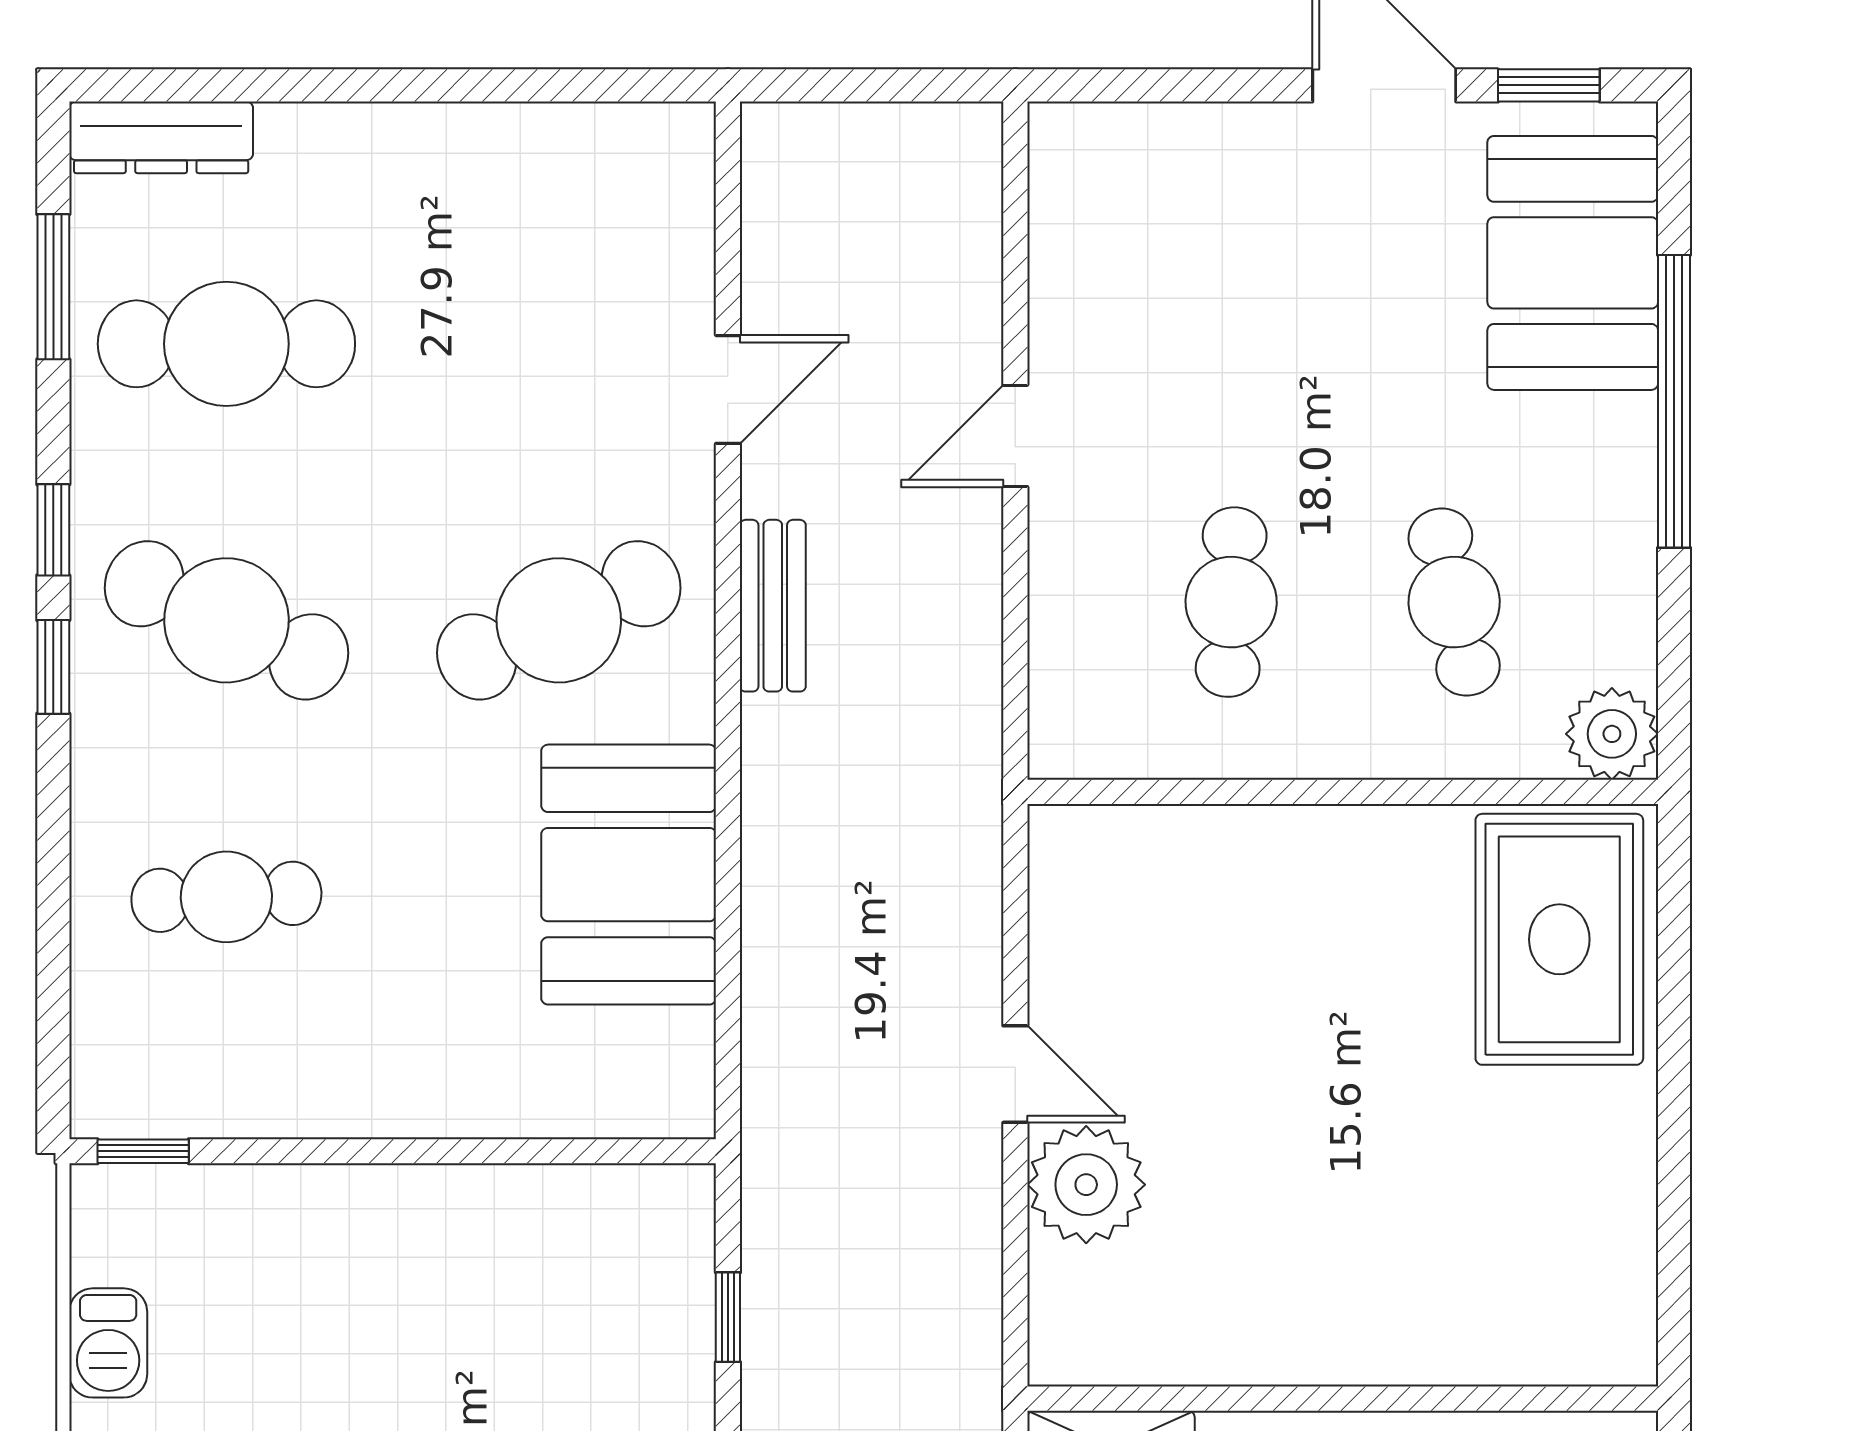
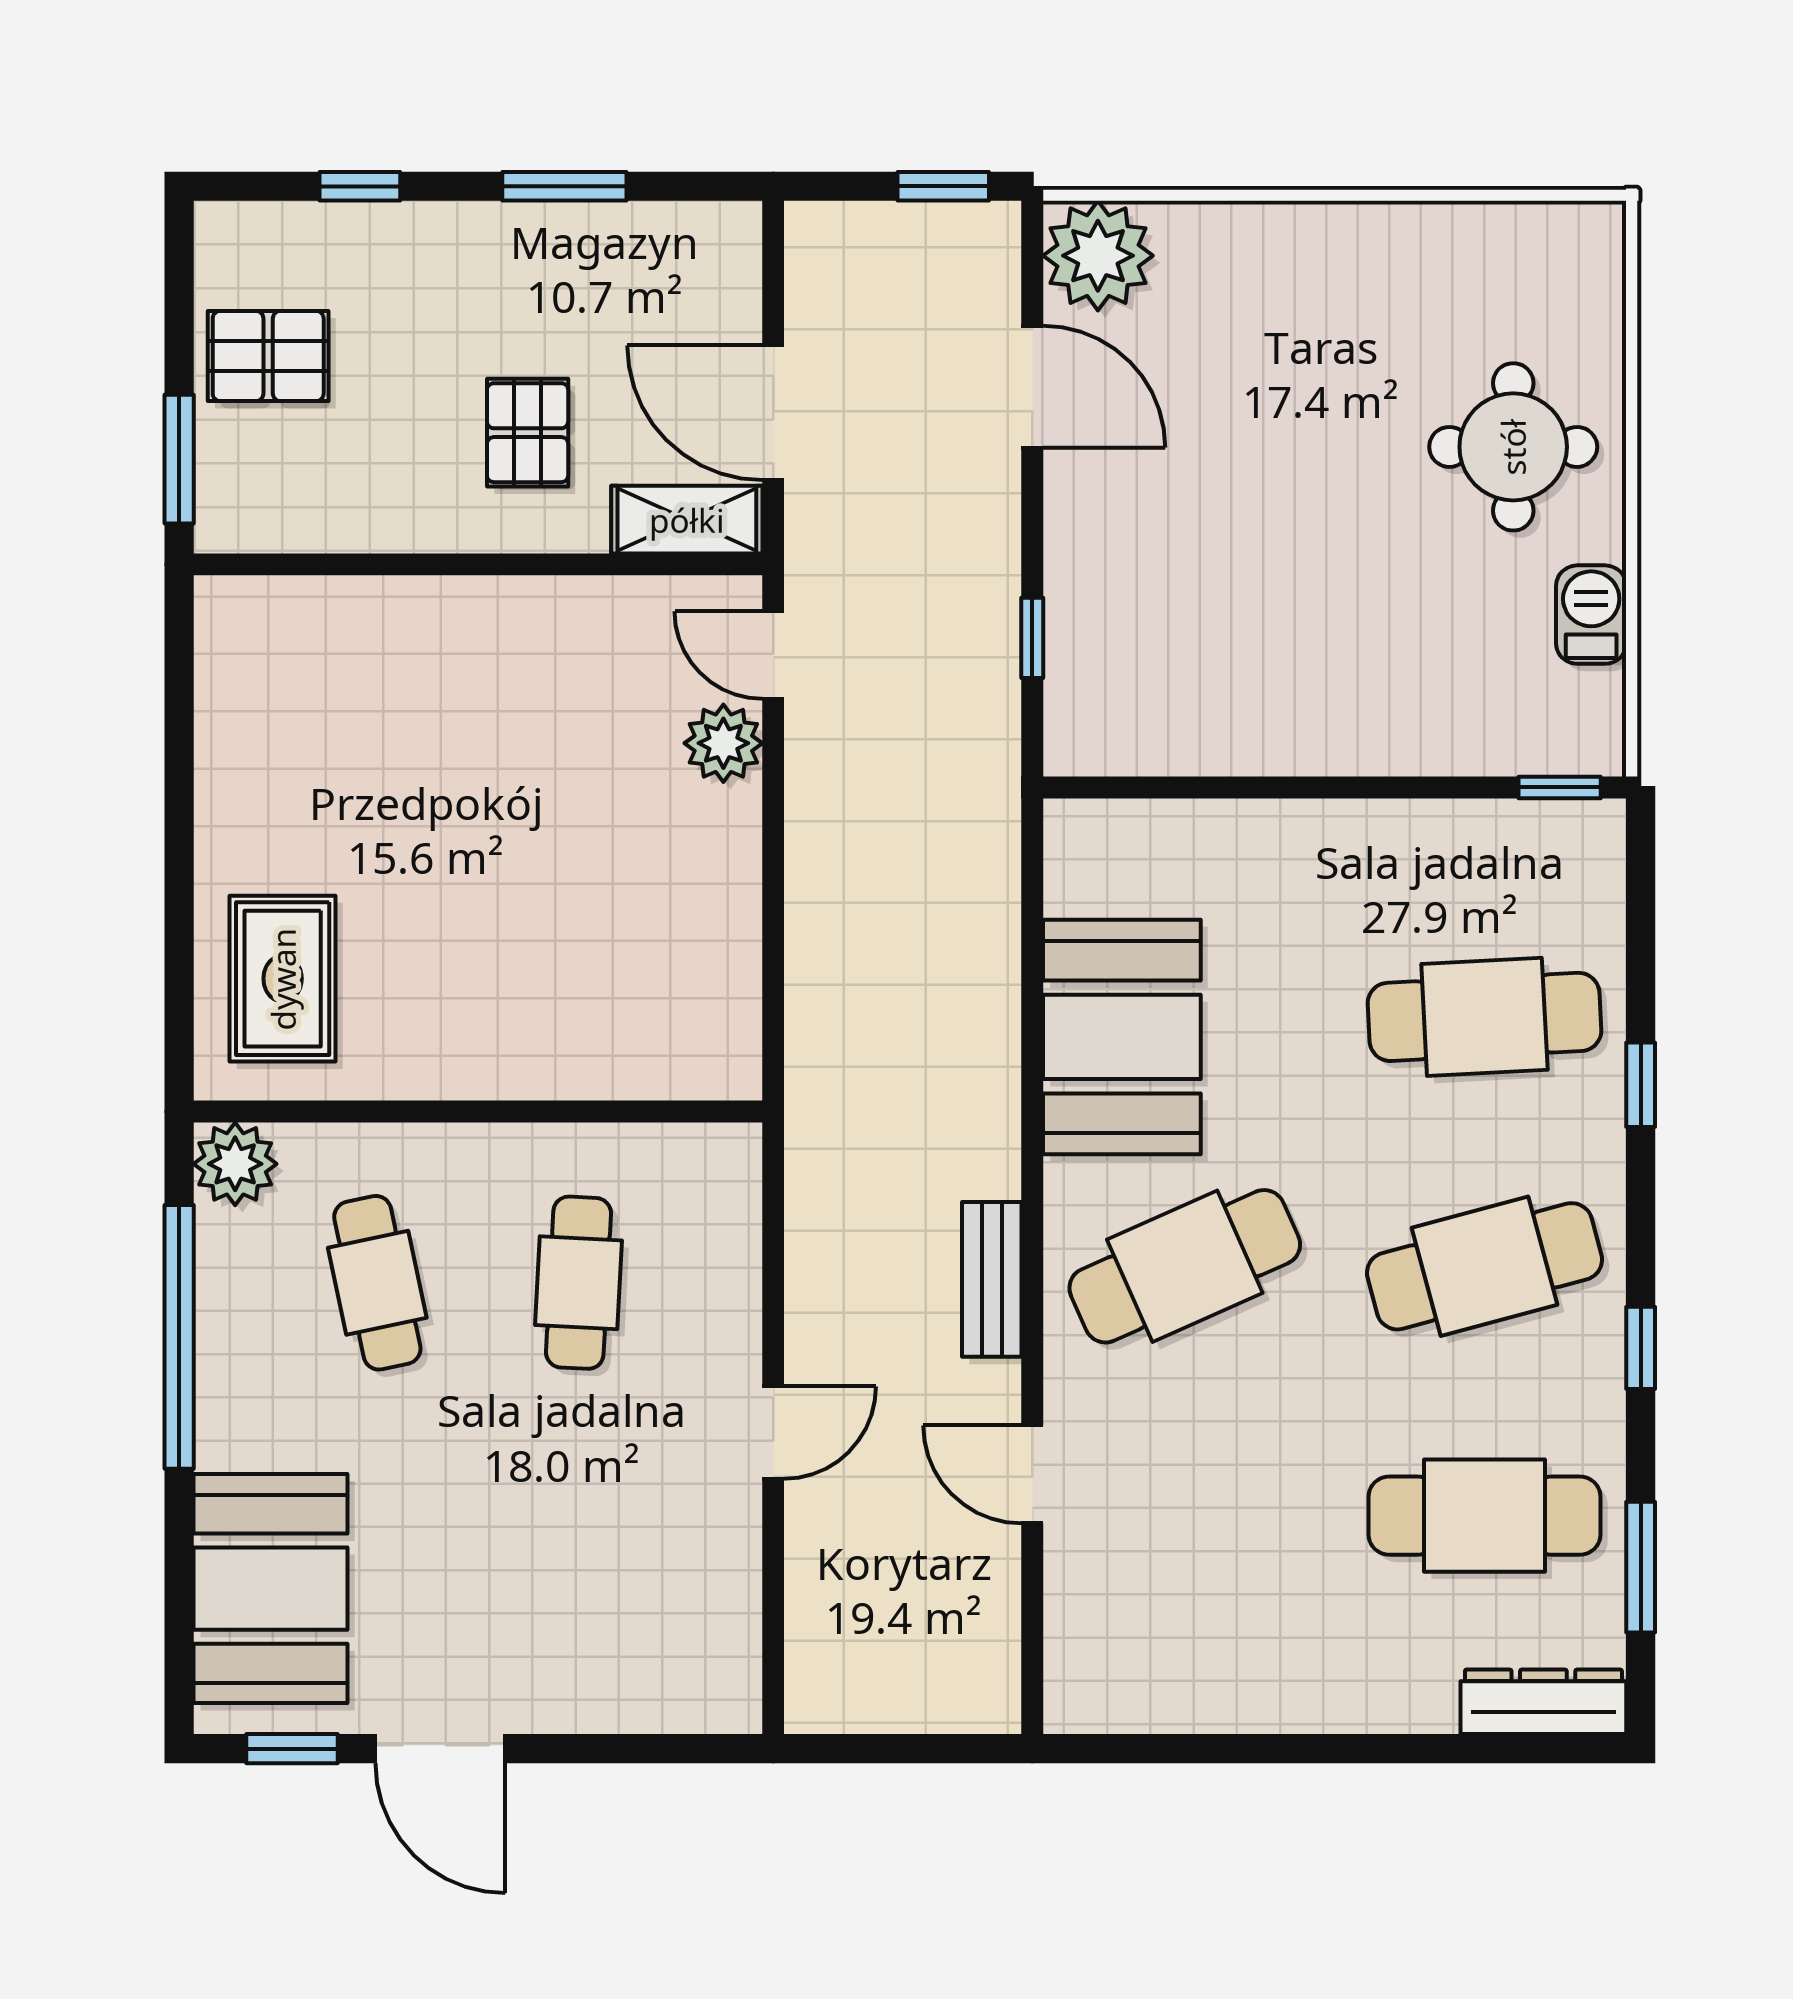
door: (728, 389) -> (1032, 1474), hinge flipped
window: (1674, 401) -> (179, 1337), moved
cafe table: (226, 620) -> (1484, 1266), turned -39
window: (53, 667) -> (1641, 1085), moved
cafe table: (226, 897) -> (1484, 1017), width x1.37, depth x1.35
rug: (1559, 939) -> (283, 979), width x0.73, depth x0.70
door: (1015, 1074) -> (773, 655), moved
plant: (1086, 1185) -> (723, 743), width x0.73, depth x0.73

